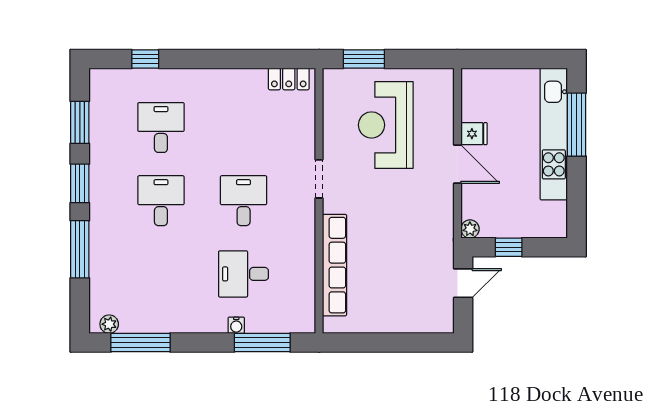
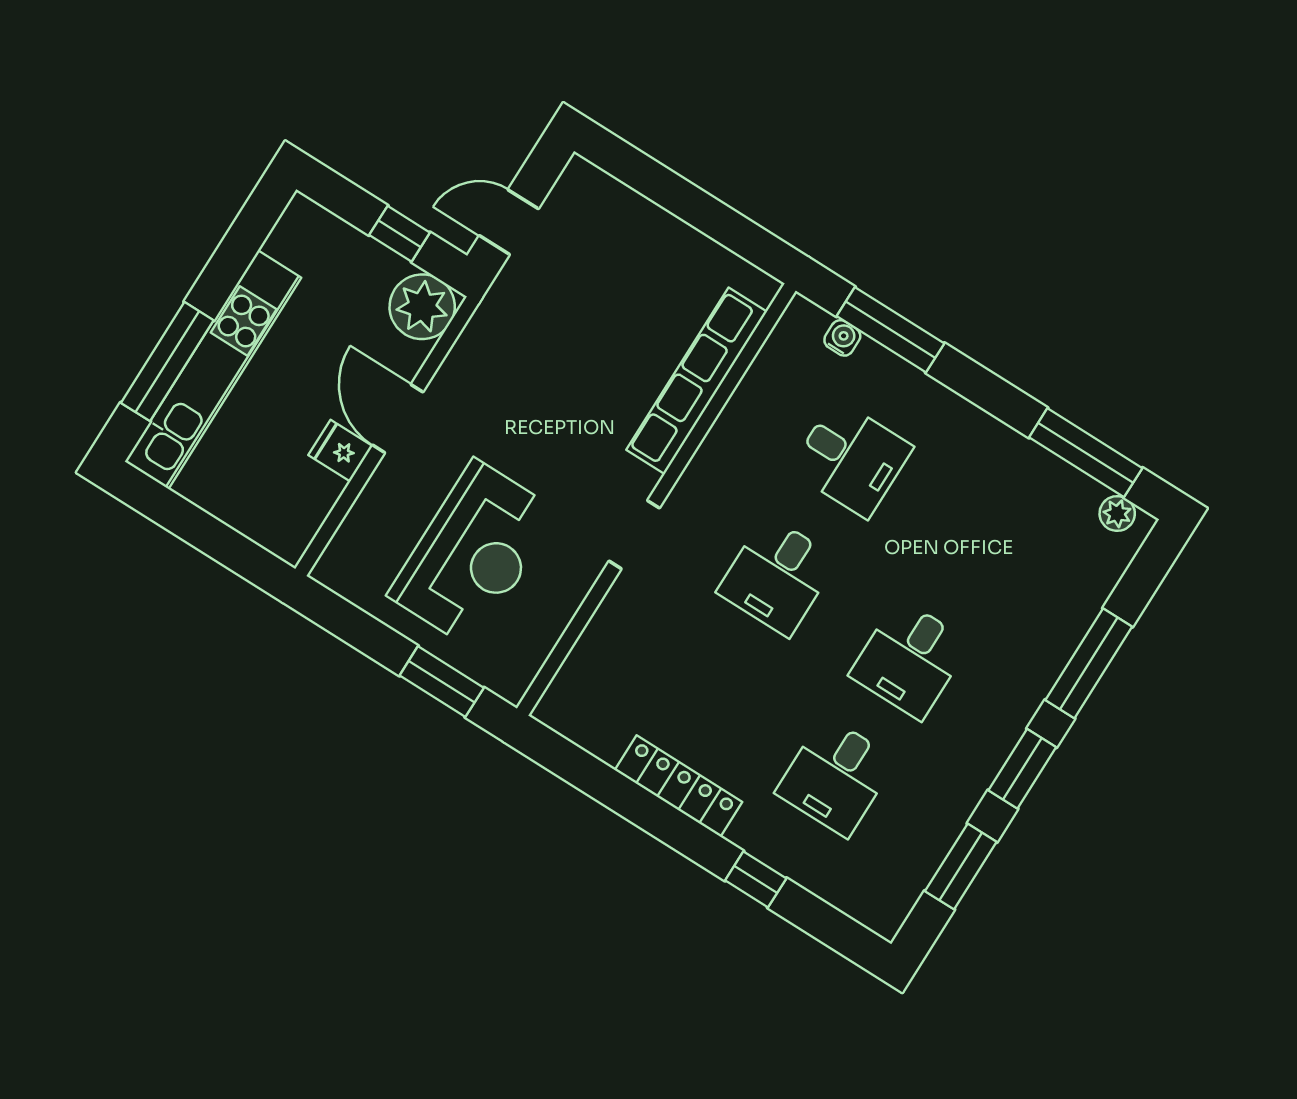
window: (145, 59) -> (756, 879), moved
locker: (289, 79) -> (679, 786), moved, width x1.53
plant: (470, 229) -> (422, 307), width x1.87, depth x1.87
water cooler: (236, 325) -> (842, 338), moved

